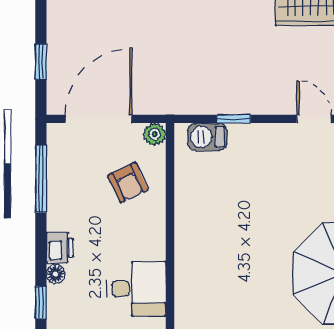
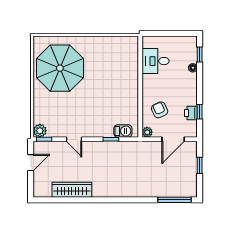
door: (98, 119) -> (173, 139), width x0.73
window: (41, 179) -> (200, 112), width x0.46
printer: (60, 248) -> (191, 113), moved

